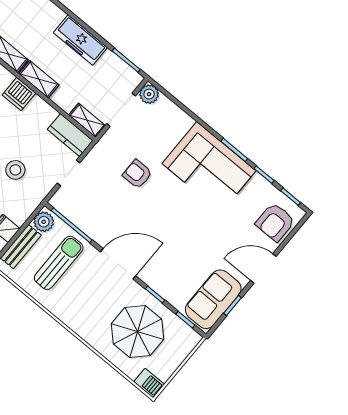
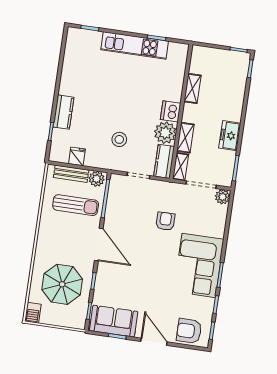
freezer: (80, 40) -> (230, 136), width x0.71
shelving: (39, 79) -> (185, 138), moved
plant: (39, 114) -> (165, 133), added

